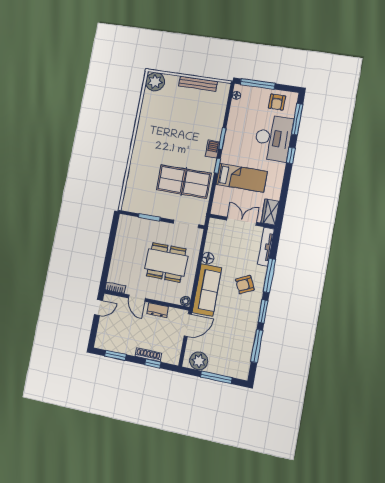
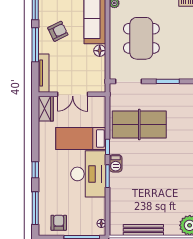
desk: (273, 138) -> (88, 174), moved, turned 180
dining table: (166, 262) -> (141, 38), turned 90

